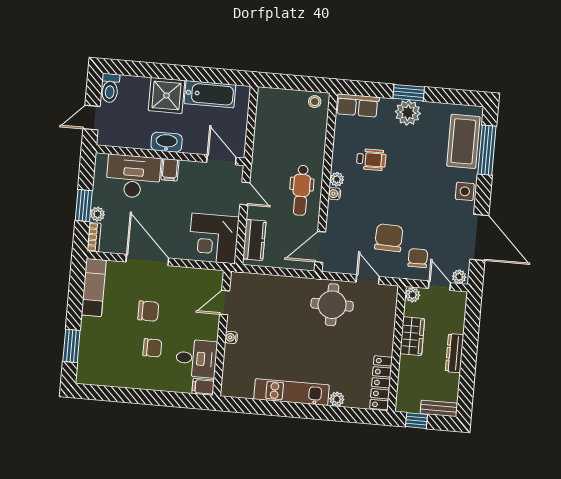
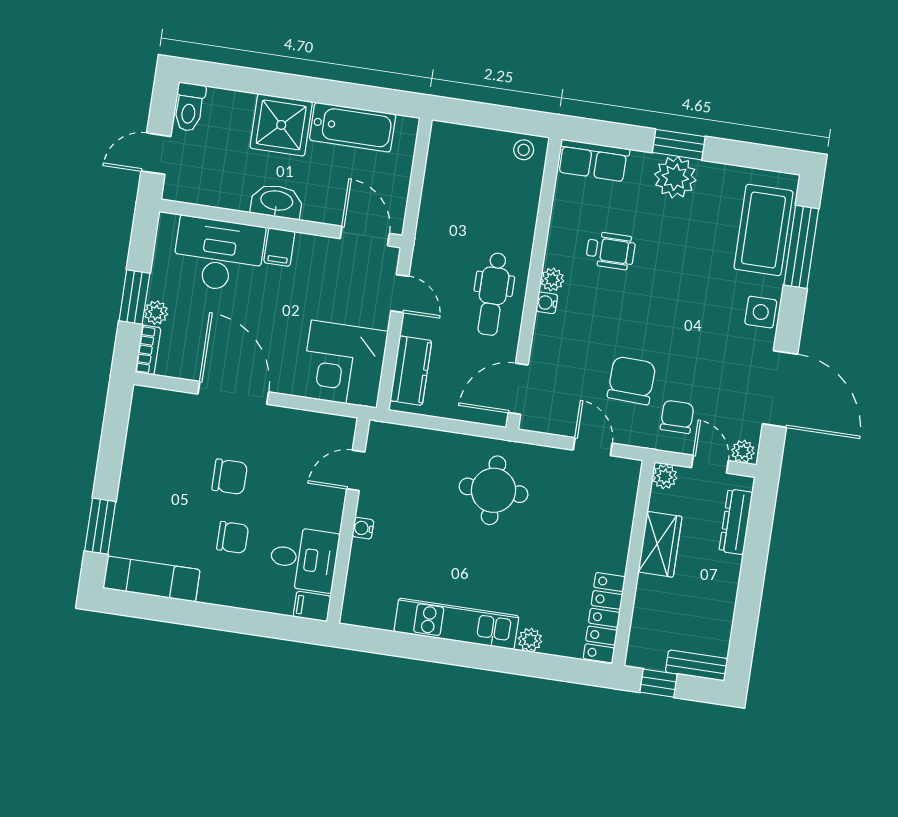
exam couch: (94, 288) -> (151, 579), moved, turned -90
round table: (332, 305) -> (494, 490), moved
dresser: (454, 353) -> (736, 522), moved

